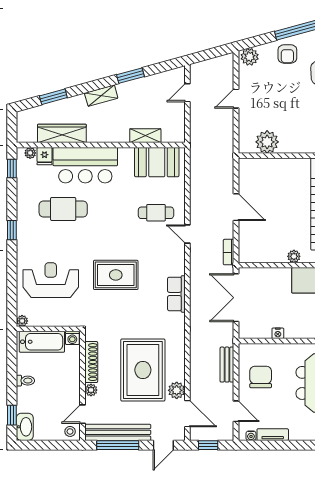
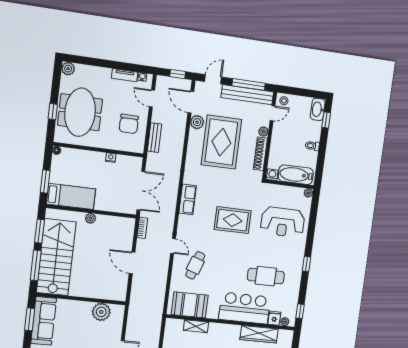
cafe table: (156, 213) -> (195, 265), turned -71

